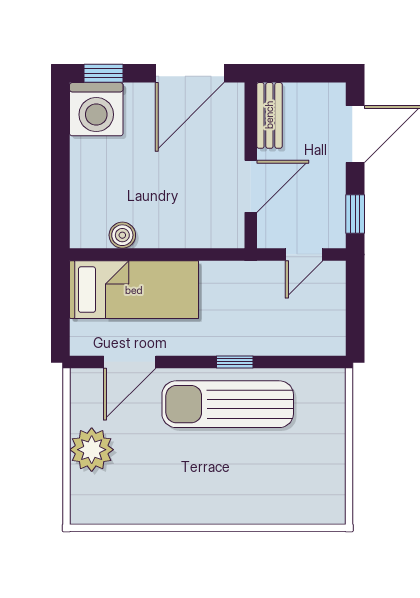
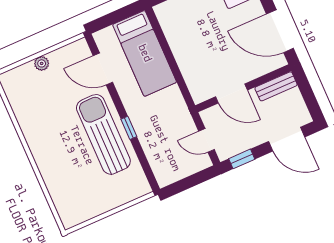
boiler: (122, 235) -> (172, 33), removed
plant: (92, 450) -> (42, 63), width x0.53, depth x0.53

